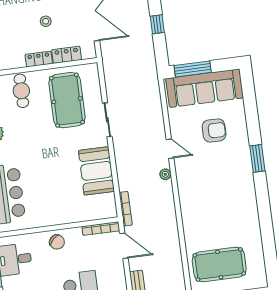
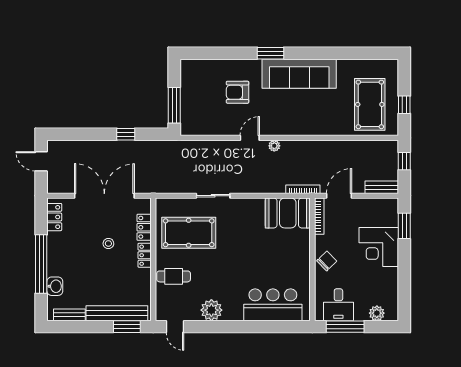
sofa: (205, 88) -> (299, 74), moved, turned 90
armchair: (214, 130) -> (238, 92), turned -90
booth: (96, 171) -> (288, 213), moved

